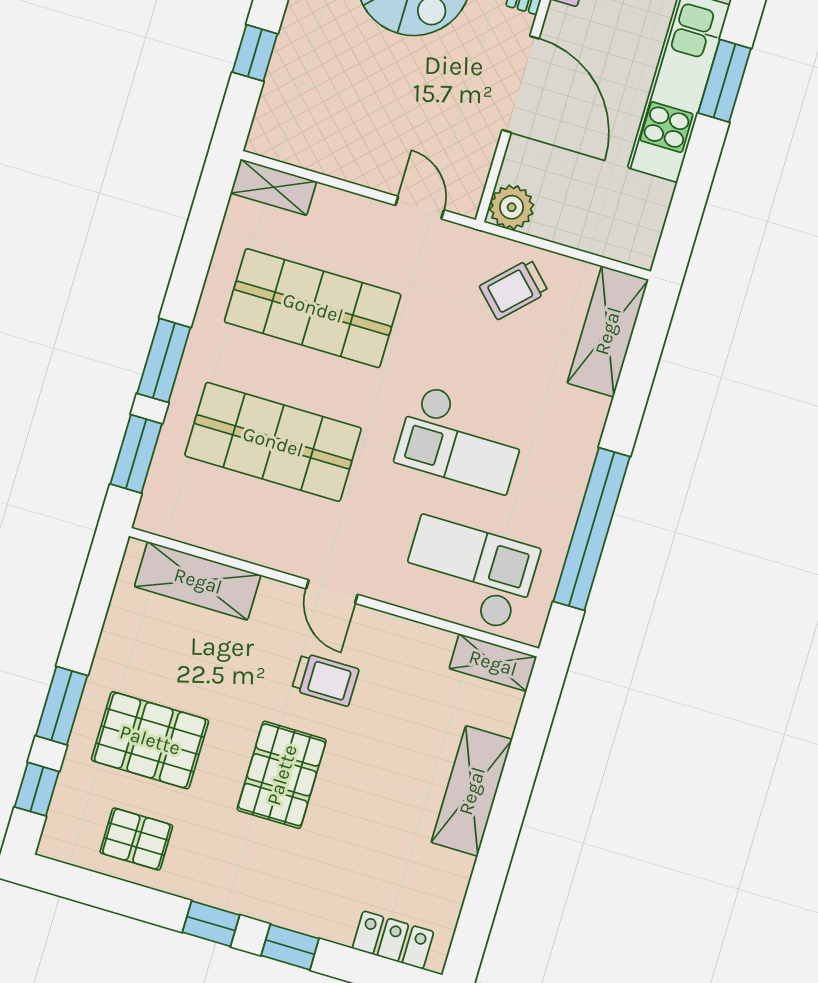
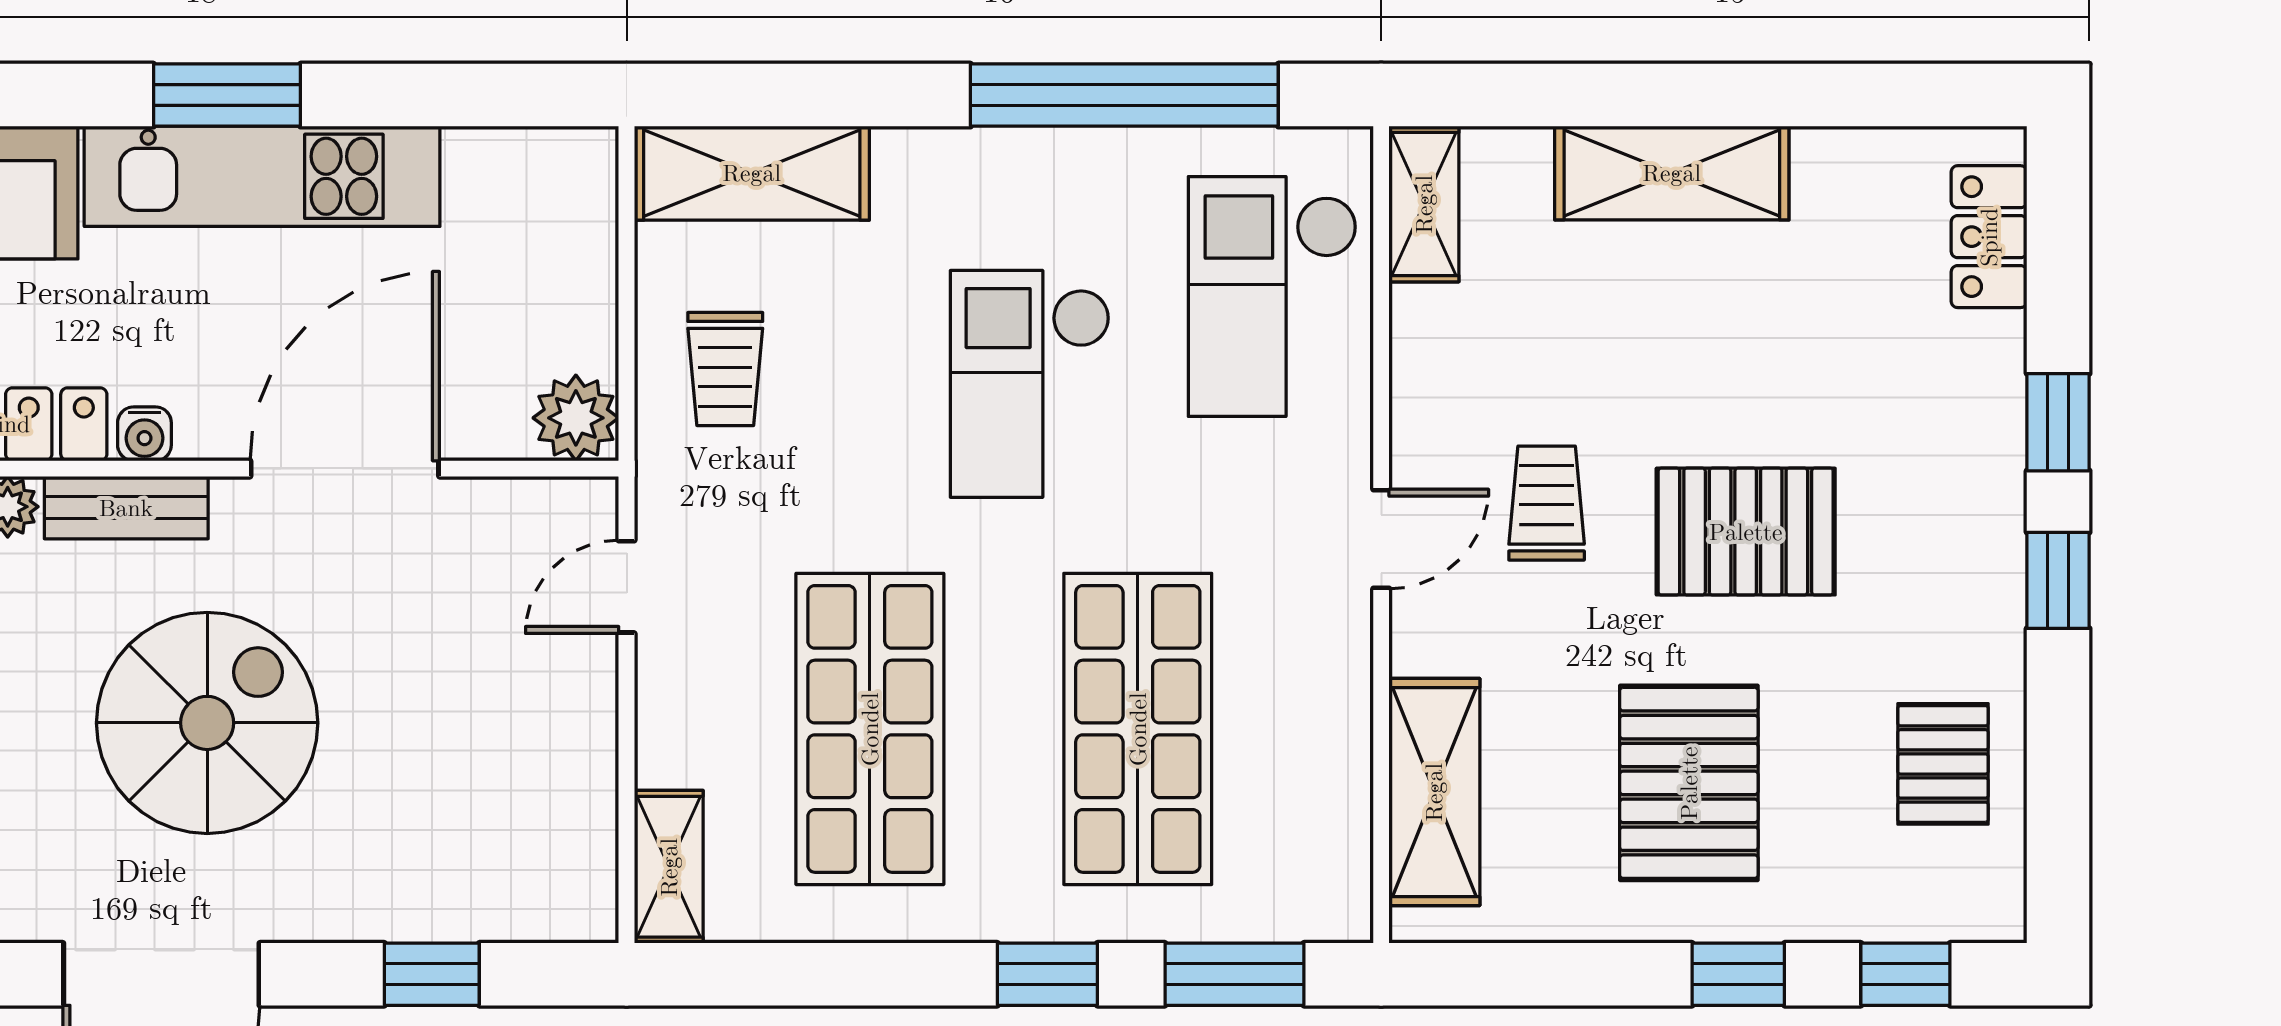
trolley: (514, 289) -> (725, 369), turned 45
window: (164, 360) -> (1047, 974), width x0.67
checkout: (461, 439) -> (1030, 384), turned 180
window: (62, 706) -> (1738, 974), width x0.67
pallet: (150, 740) -> (1689, 783), moved

